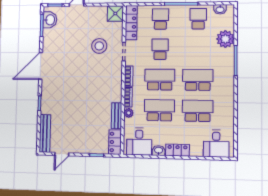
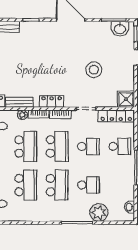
school desk: (198, 19) -> (88, 185), moved
stool: (99, 46) -> (94, 70), moved
locker: (116, 85) -> (52, 101), added

